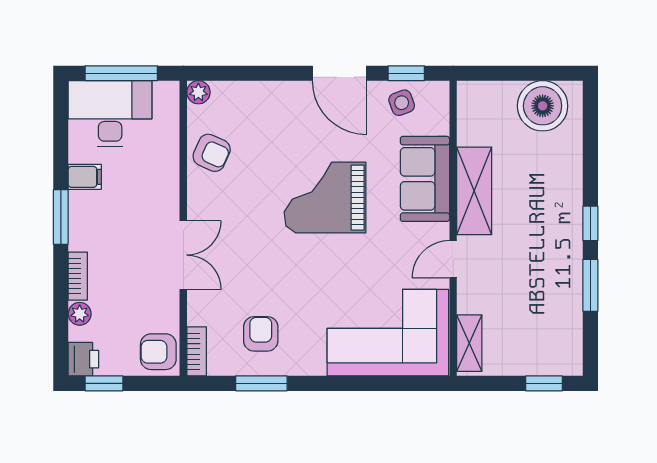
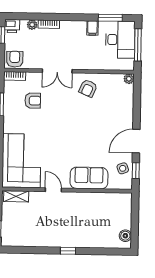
boiler: (543, 106) -> (125, 236), width x0.54, depth x0.54
armchair: (212, 153) -> (88, 88), moved
shelving: (474, 191) -> (83, 200), removed
grand piano: (325, 198) -> (81, 134), removed
window: (61, 217) -> (110, 18), moved
window: (590, 285) -> (41, 250), removed
armchair: (261, 334) -> (33, 101), moved

